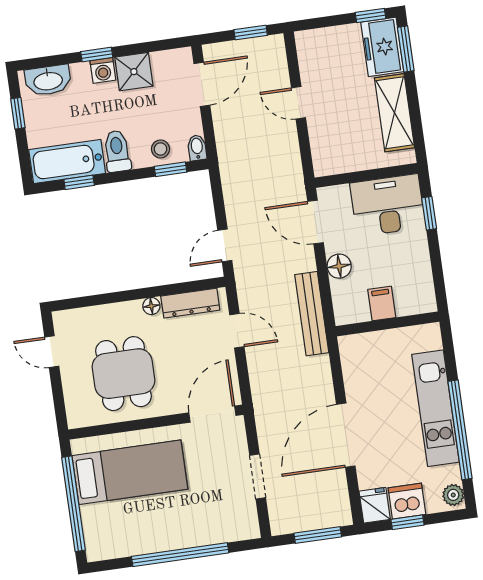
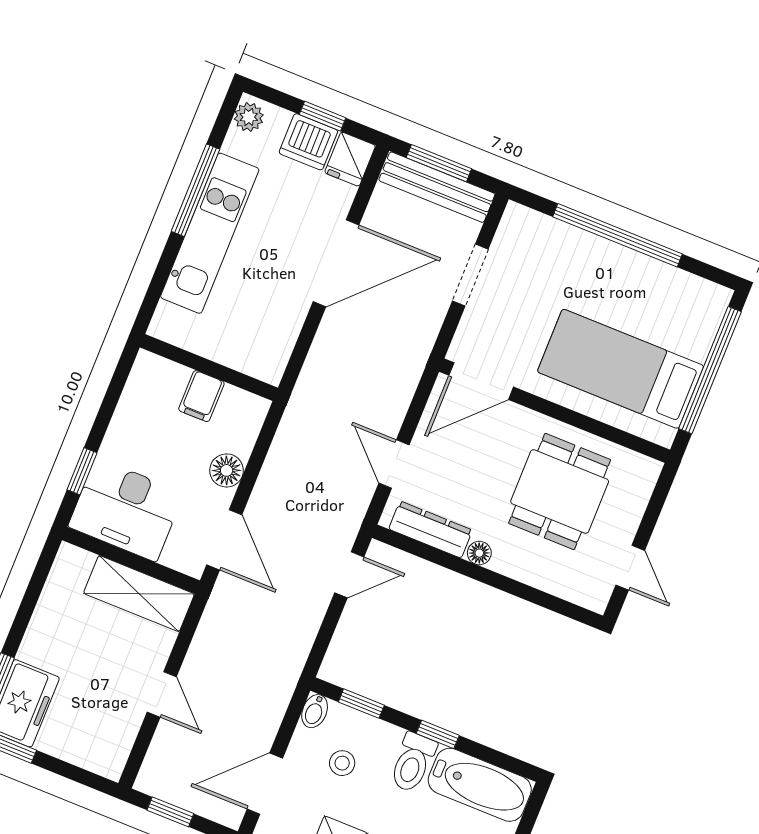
shelving: (395, 113) -> (139, 594), moved, turned 90
stool: (161, 149) -> (342, 763), moved
window: (79, 182) -> (438, 734), moved
bench: (312, 314) -> (437, 187), moved, turned 90
window: (460, 430) -> (195, 190), width x0.68

